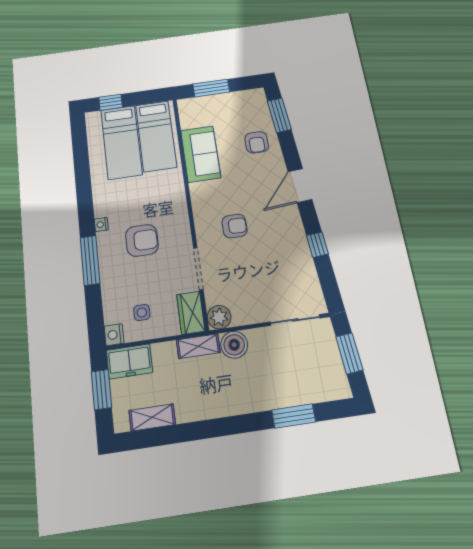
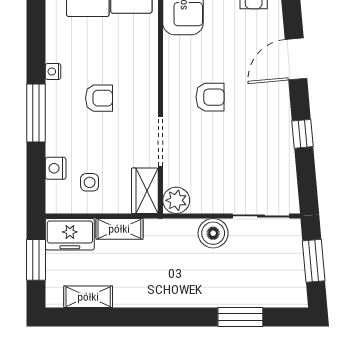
armchair: (142, 240) -> (99, 98), width x0.72, depth x0.72
nightstand: (114, 335) -> (56, 168), moved
boiler: (234, 345) -> (213, 233), moved
shelving: (198, 346) -> (119, 229), moved

